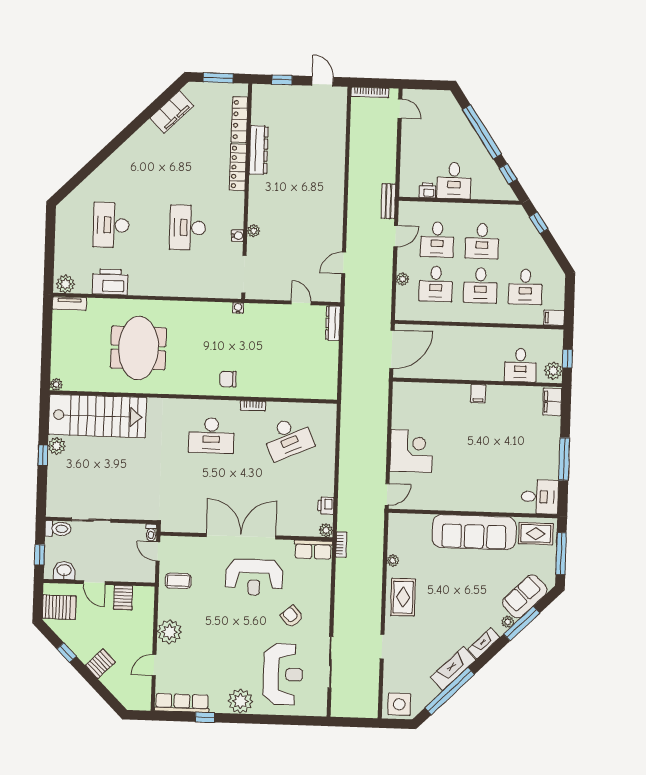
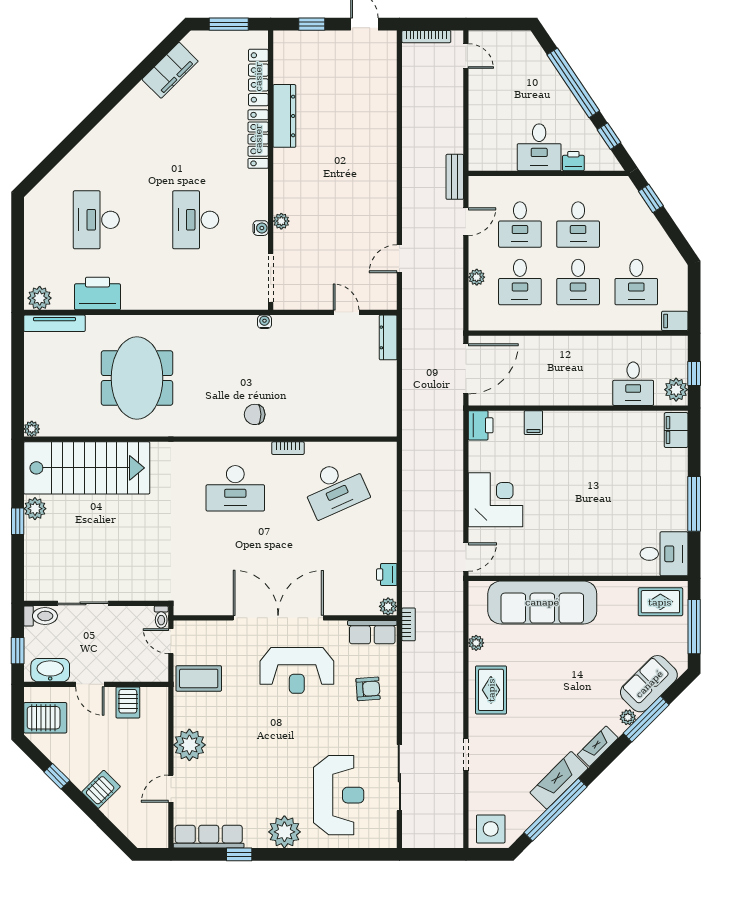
printer: (427, 190) -> (573, 161), moved
tv unit: (69, 303) -> (54, 323), width x1.41
printer: (402, 393) -> (481, 425), added
filing cabinet: (478, 394) -> (533, 423), moved
sofa: (474, 532) -> (542, 602), moved
washbasin: (64, 571) -> (50, 670), width x1.38
coffee table: (178, 581) -> (199, 678), width x1.36, depth x1.30
armchair: (292, 617) -> (368, 689), moved, turned 127

